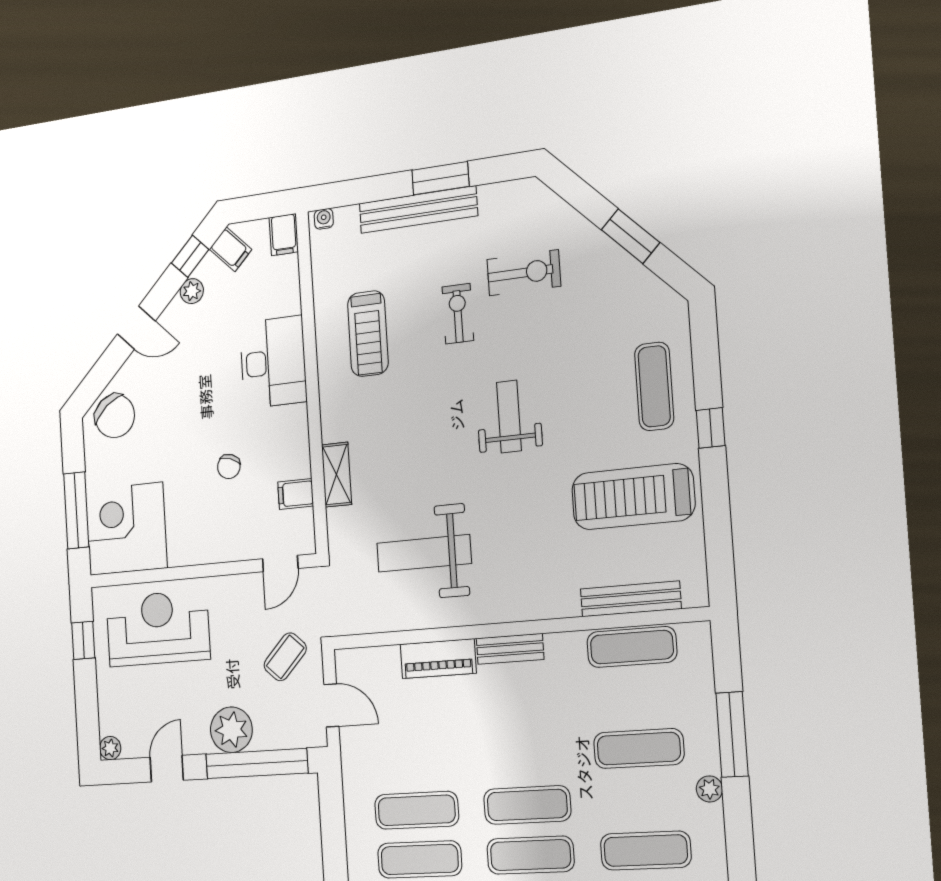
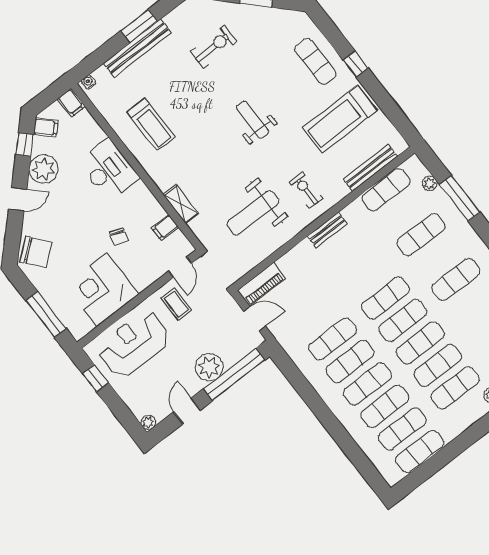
plant: (192, 291) -> (44, 169), width x1.87, depth x1.87
exercise bike: (458, 314) -> (306, 190), moved
corner desk: (126, 529) -> (102, 290), moved
coffee table: (285, 657) -> (176, 304), moved, turned -43
piano: (438, 659) -> (261, 284), moved
plant: (709, 789) -> (430, 183), moved

